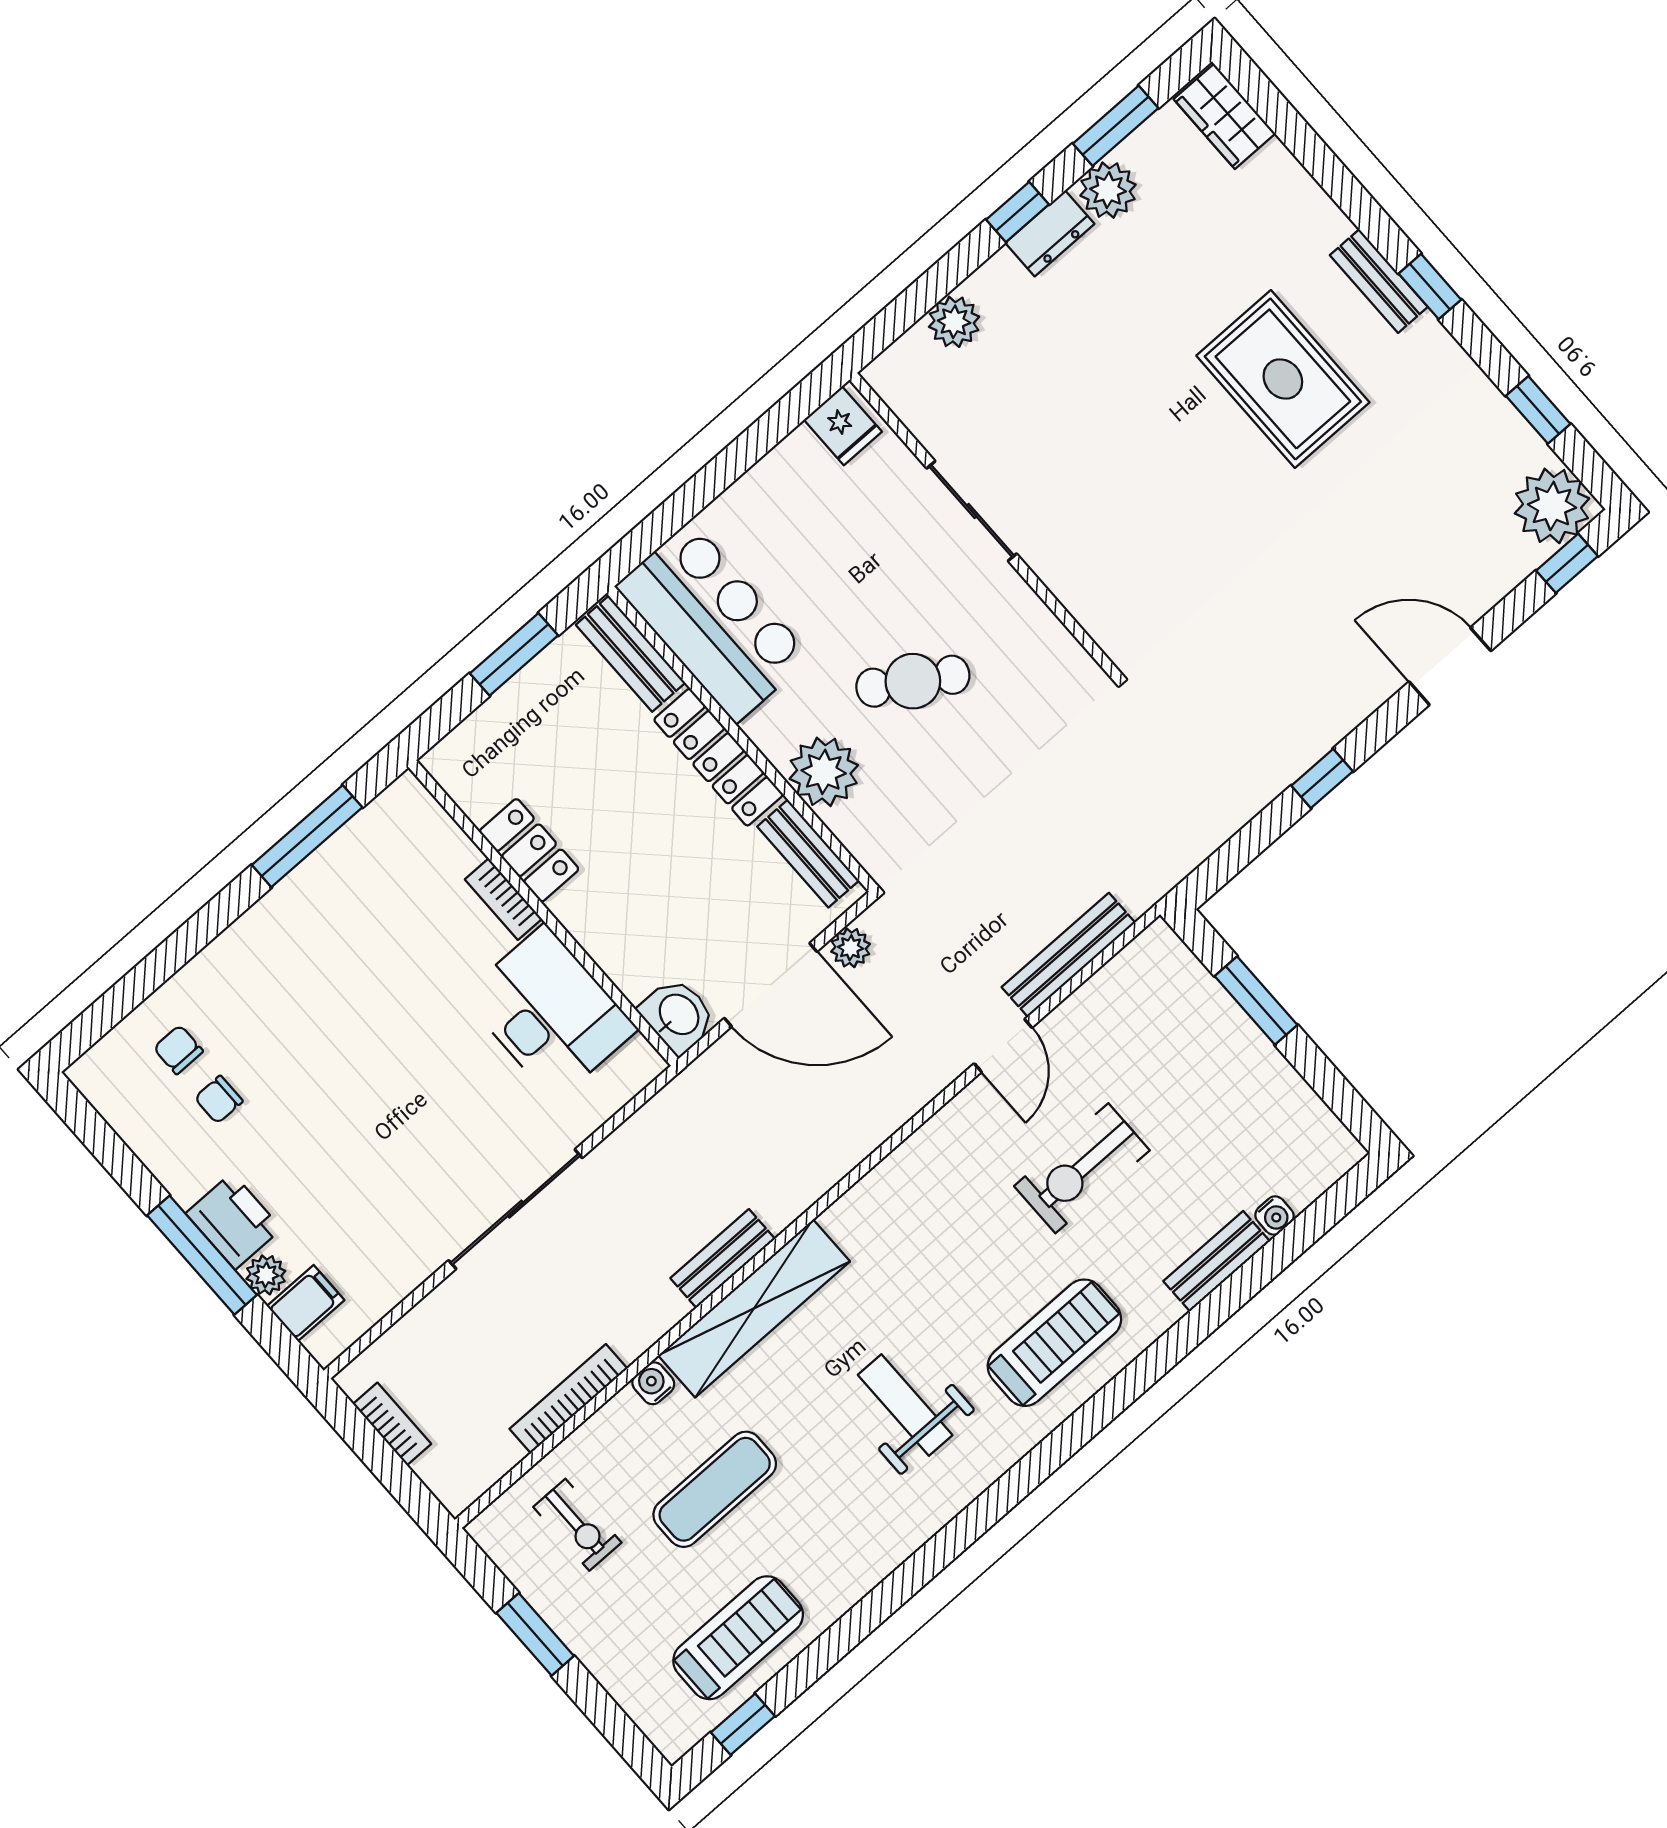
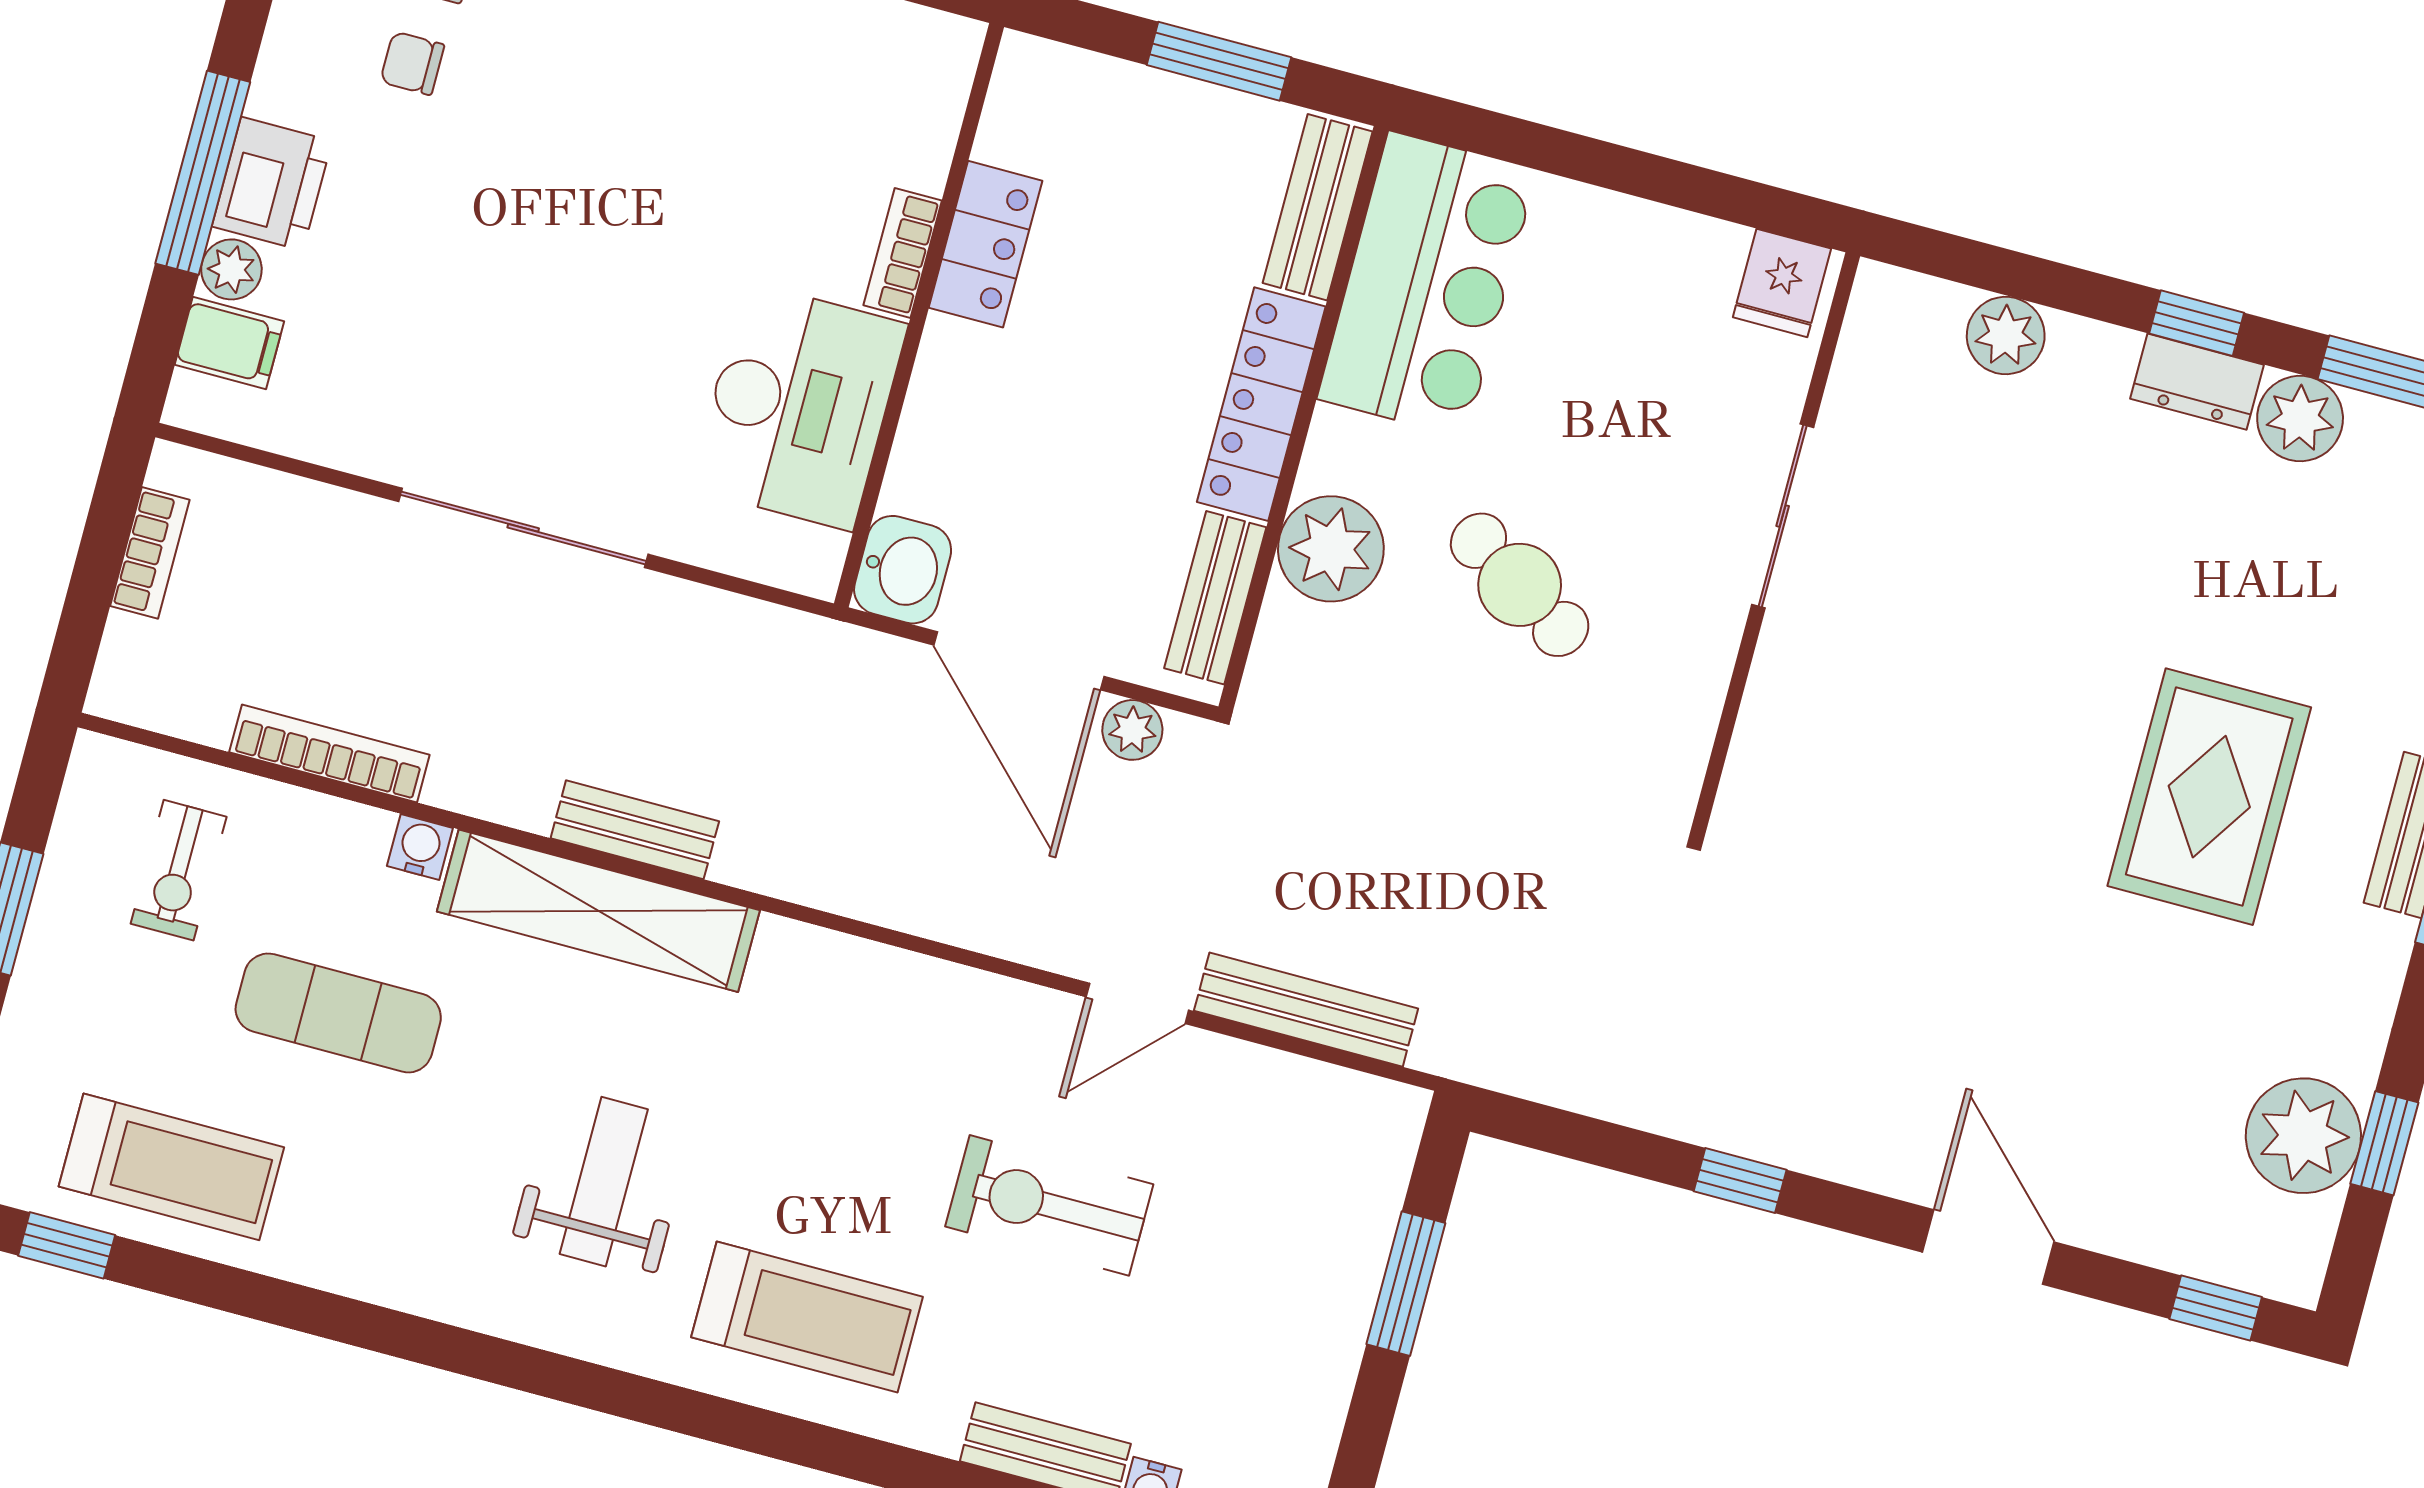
plant: (1552, 506) -> (2303, 1136), moved

